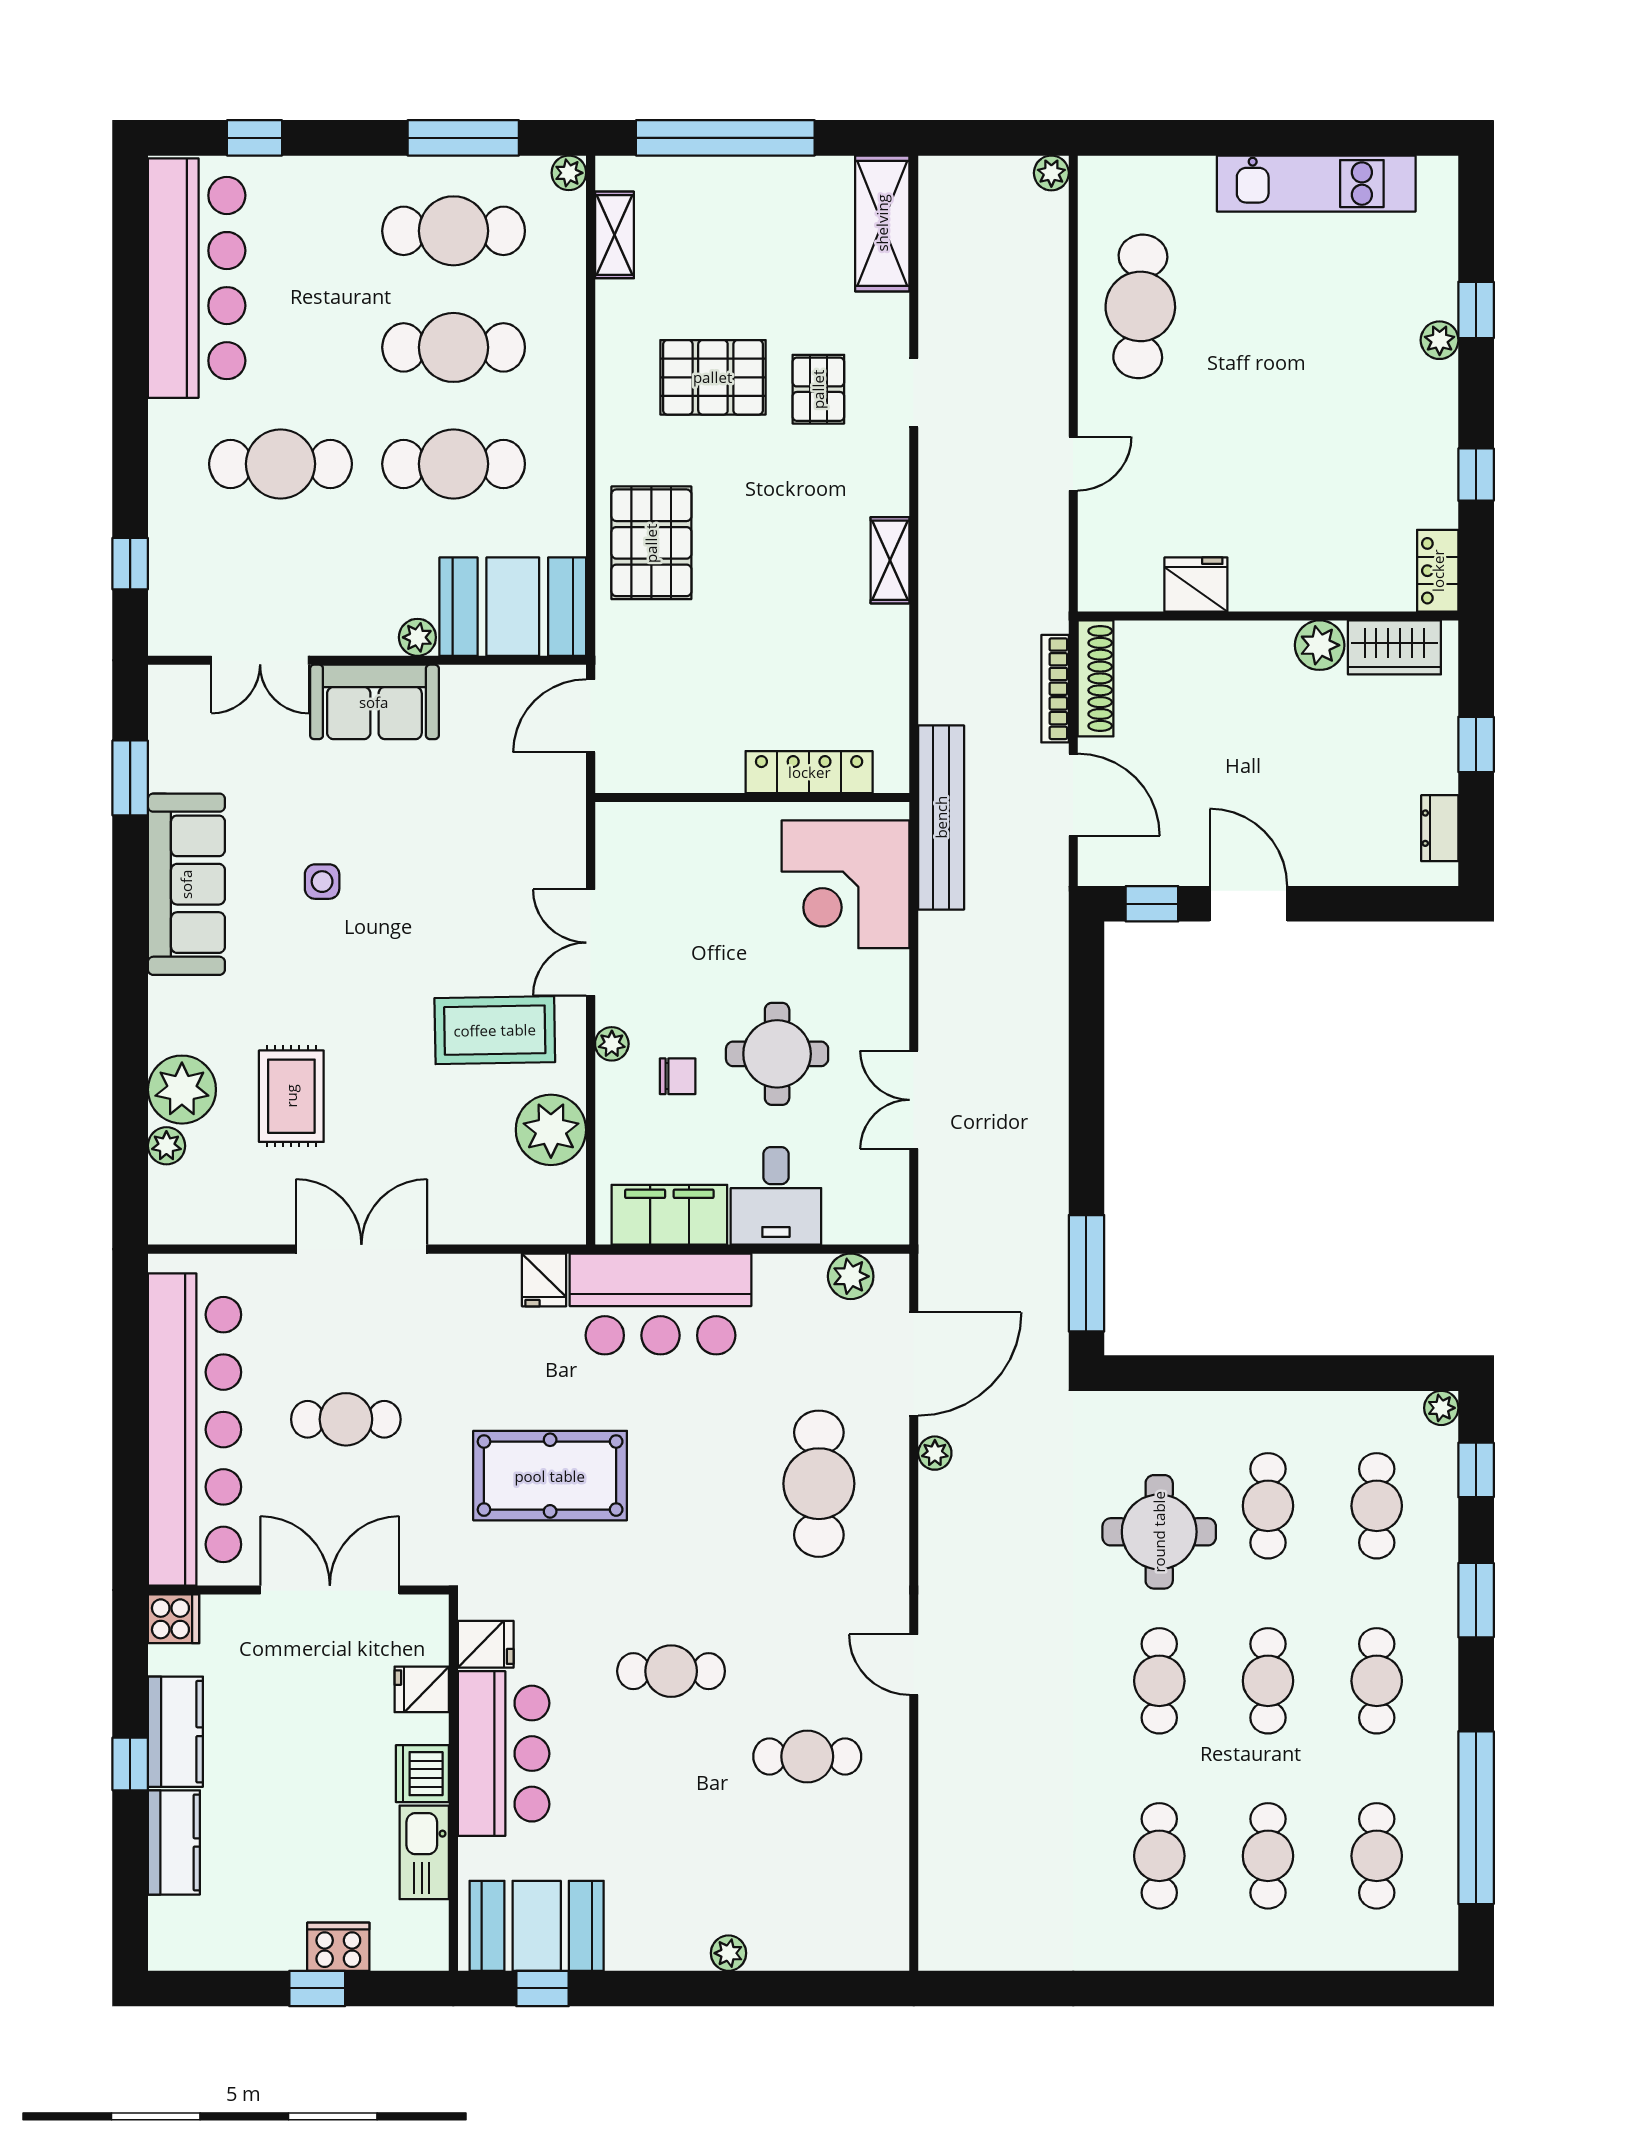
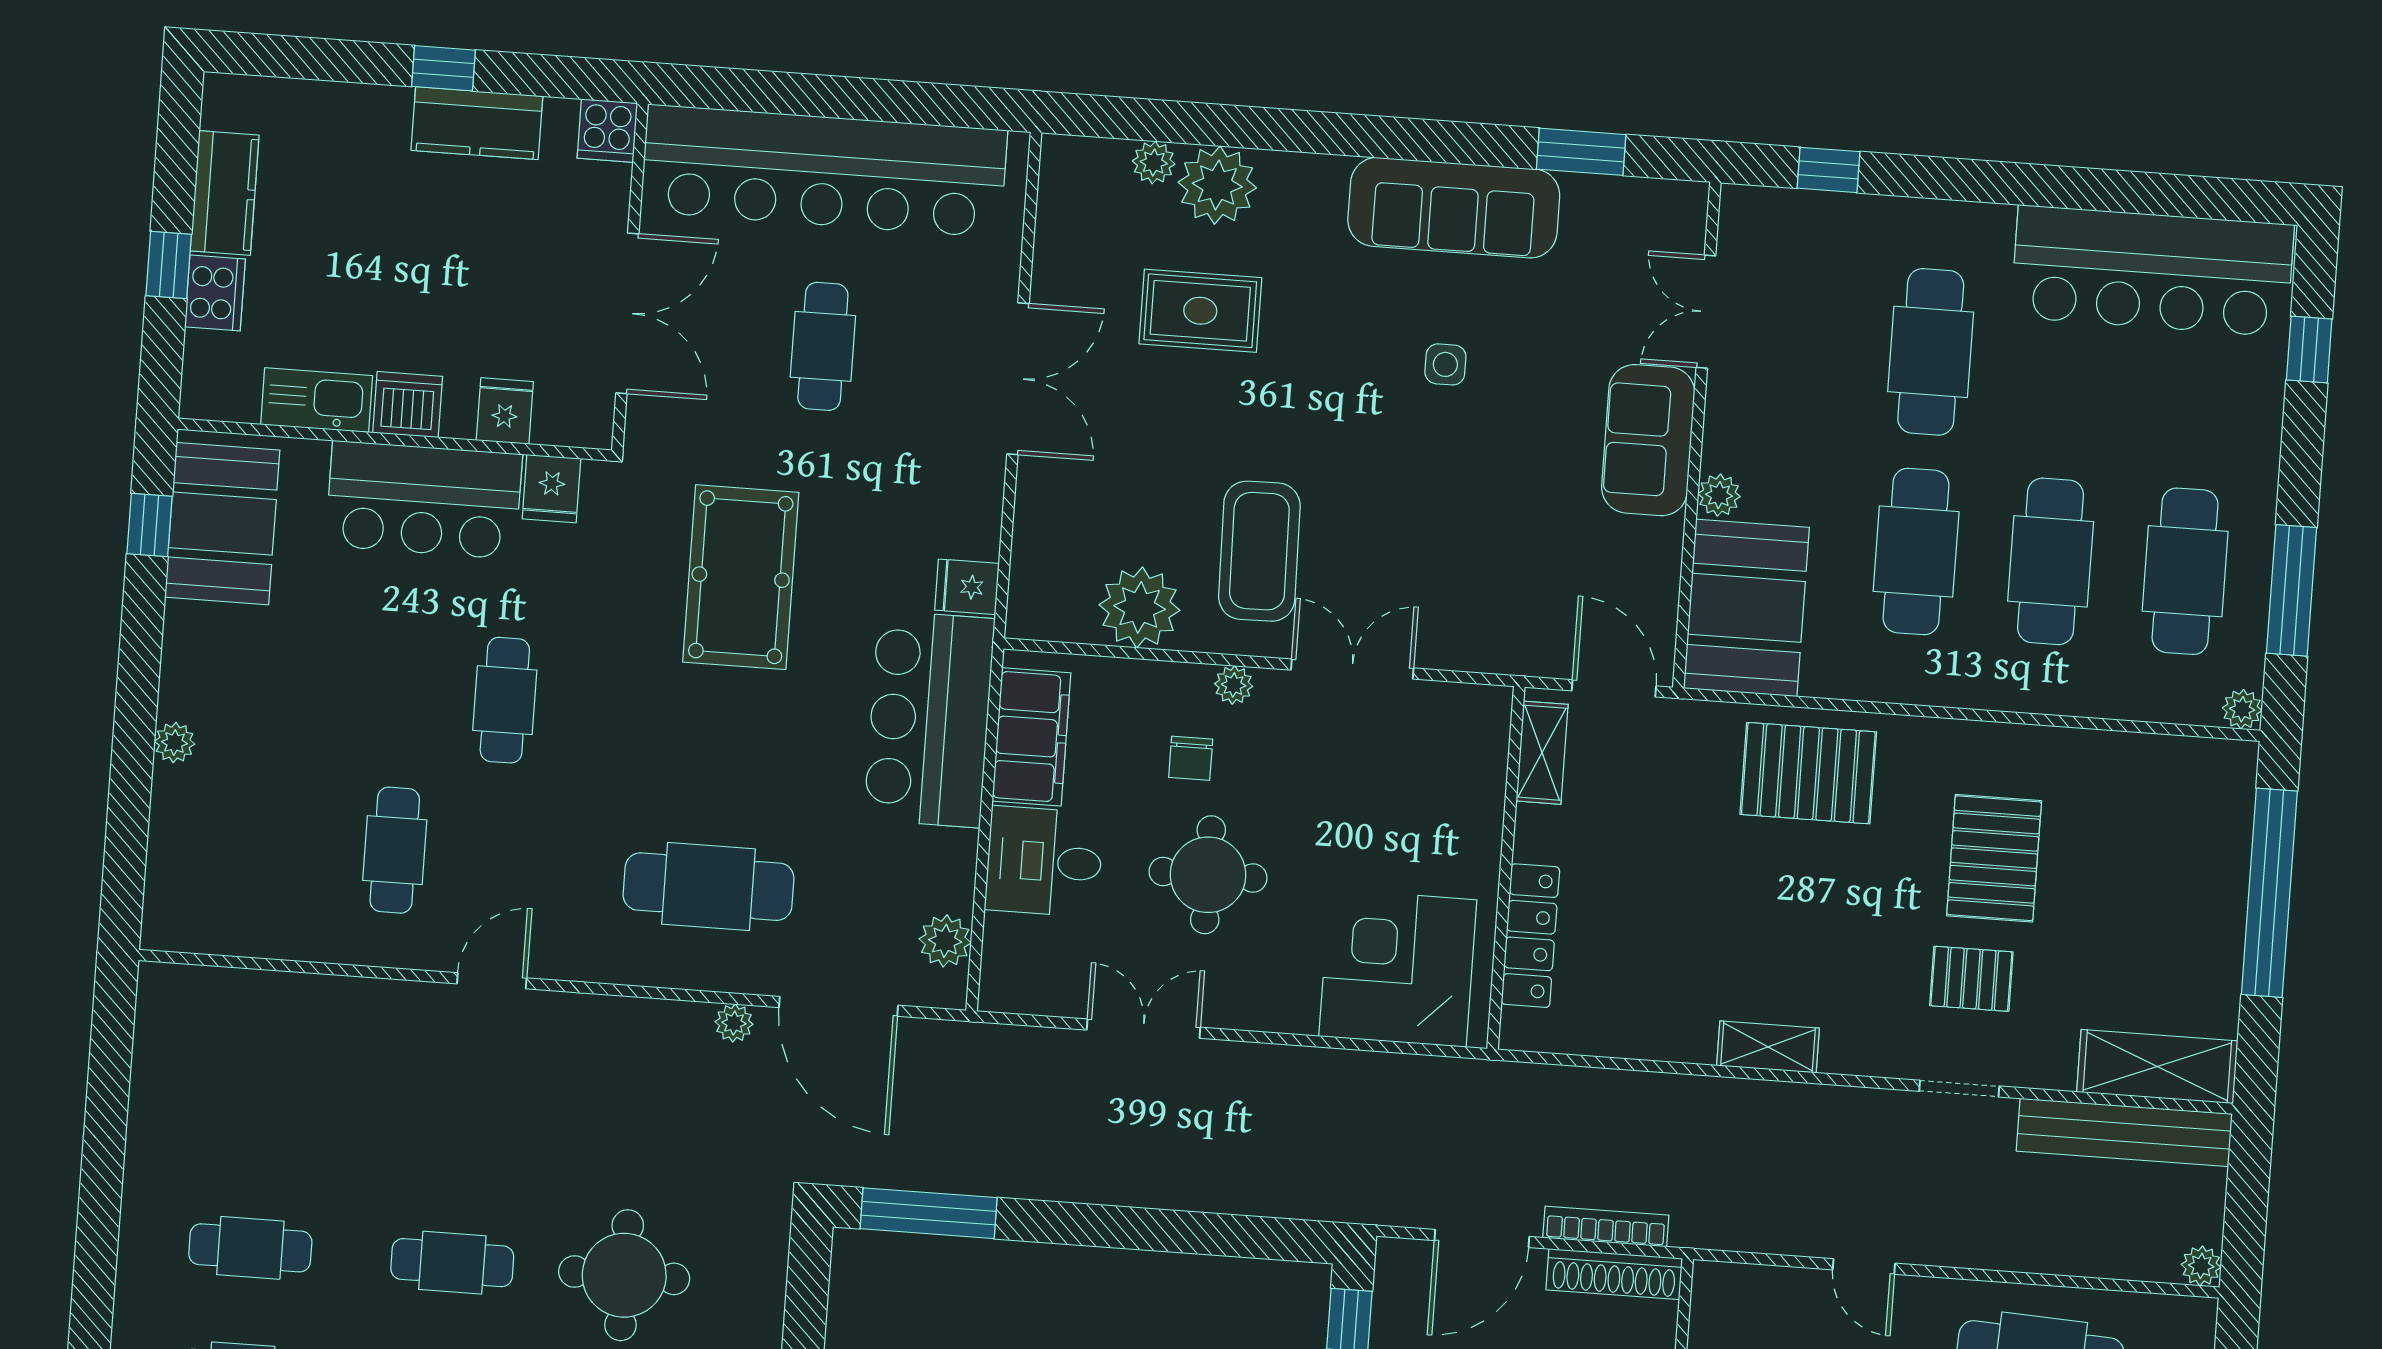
shelving: (615, 235) -> (1542, 753), moved, turned 90
bench: (941, 817) -> (2124, 1132), moved
kitchen counter: (174, 1842) -> (225, 193), moved, turned -90

